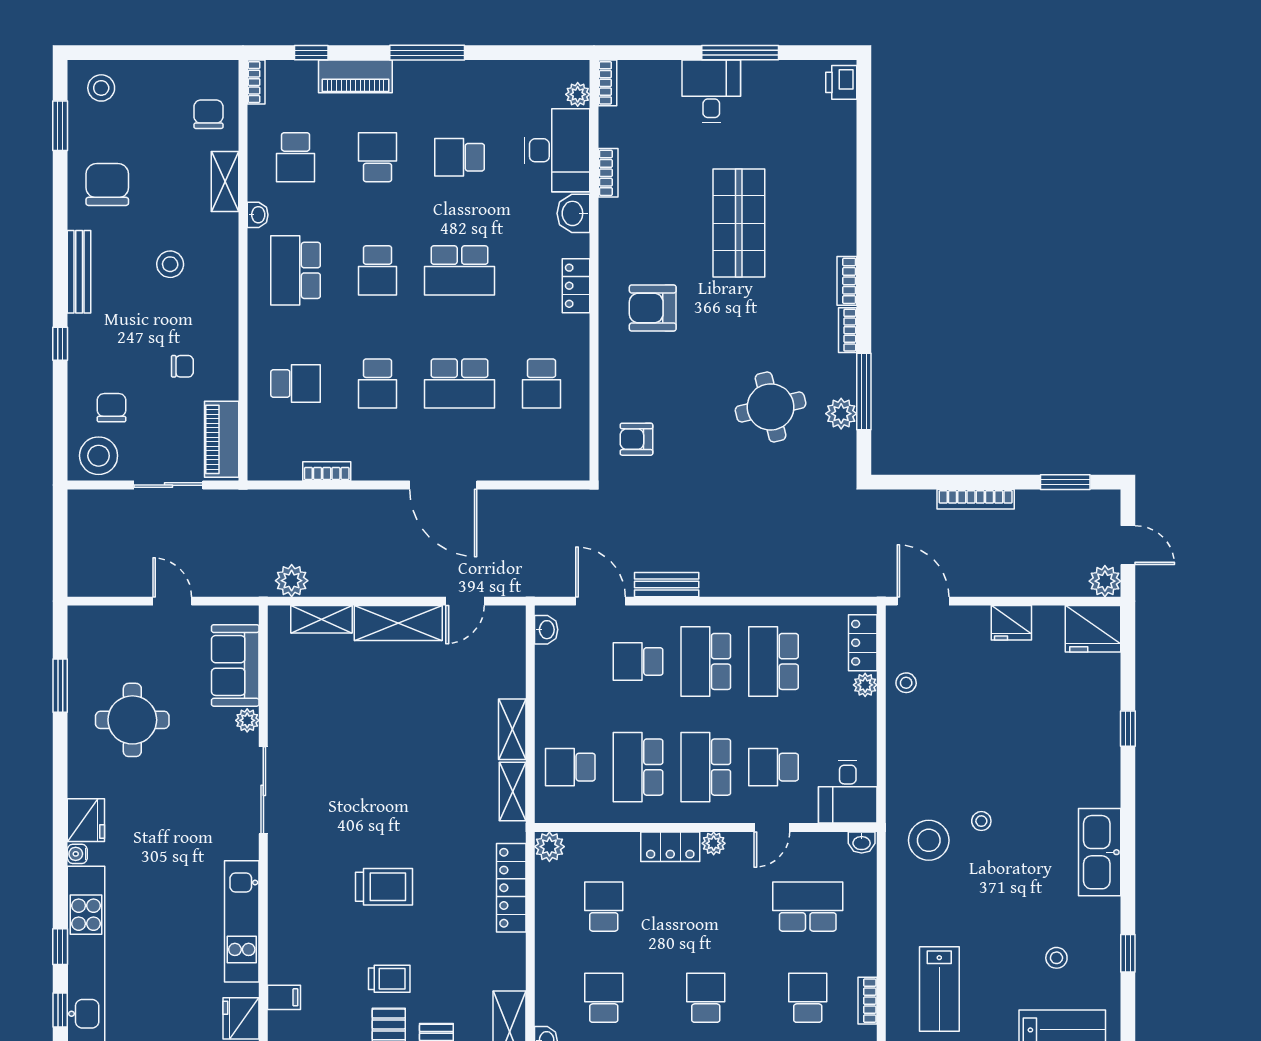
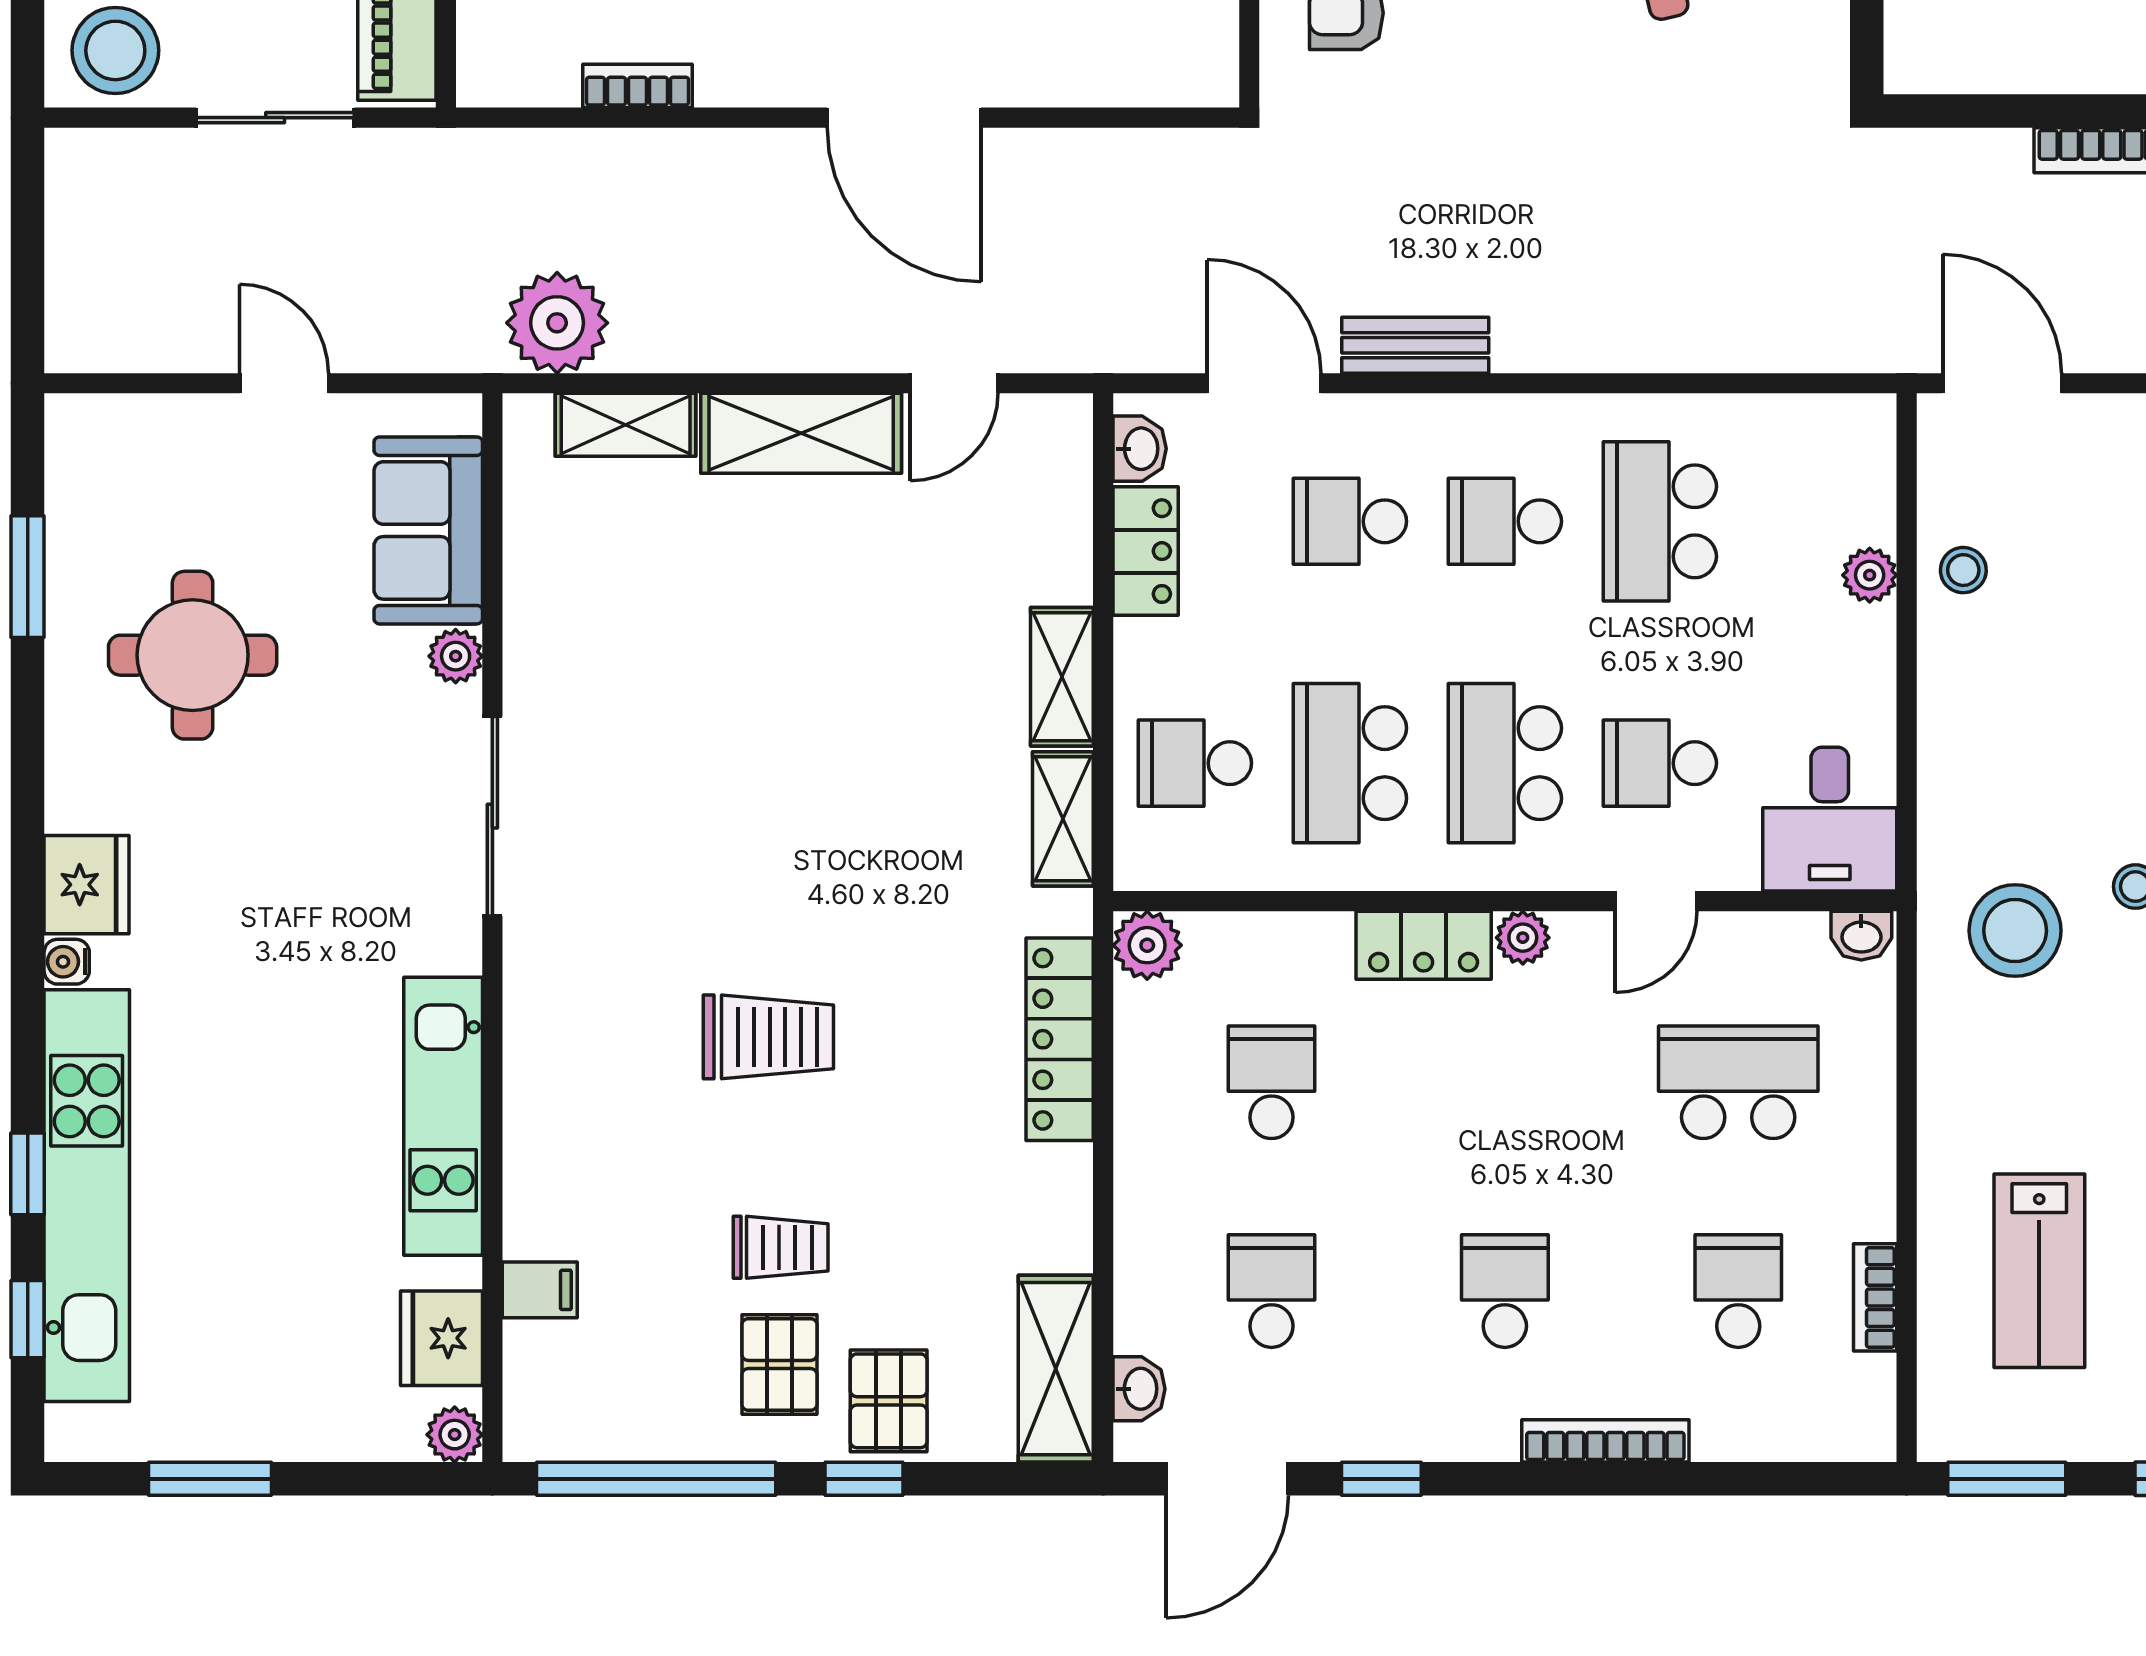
plant: (292, 581) -> (557, 323), width x1.36, depth x1.36
locker: (863, 643) -> (1146, 551), moved, turned 180
school desk: (706, 661) -> (1505, 521), width x0.54

